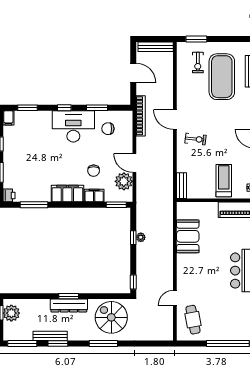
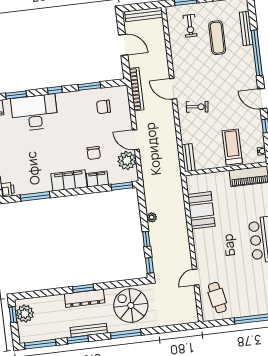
exercise mat: (222, 77) -> (217, 38), width x0.50, depth x0.69
desk: (73, 126) -> (34, 113), moved
window: (133, 238) -> (146, 239), moved
bench: (50, 336) -> (89, 330), moved

